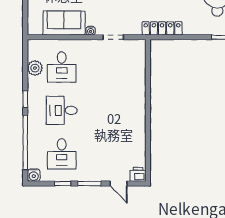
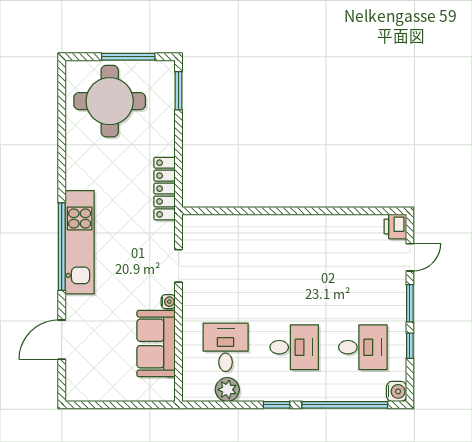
desk: (62, 67) -> (226, 347), turned -90
desk: (62, 110) -> (294, 347), turned -90

